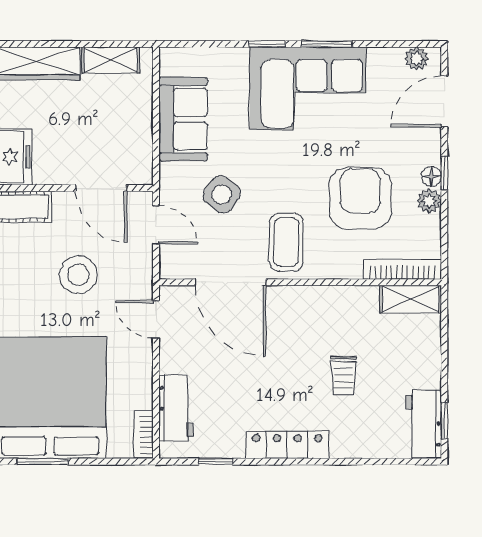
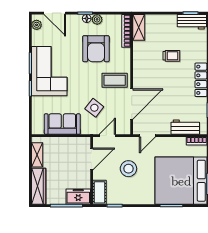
armchair: (360, 198) -> (96, 49), turned -90

